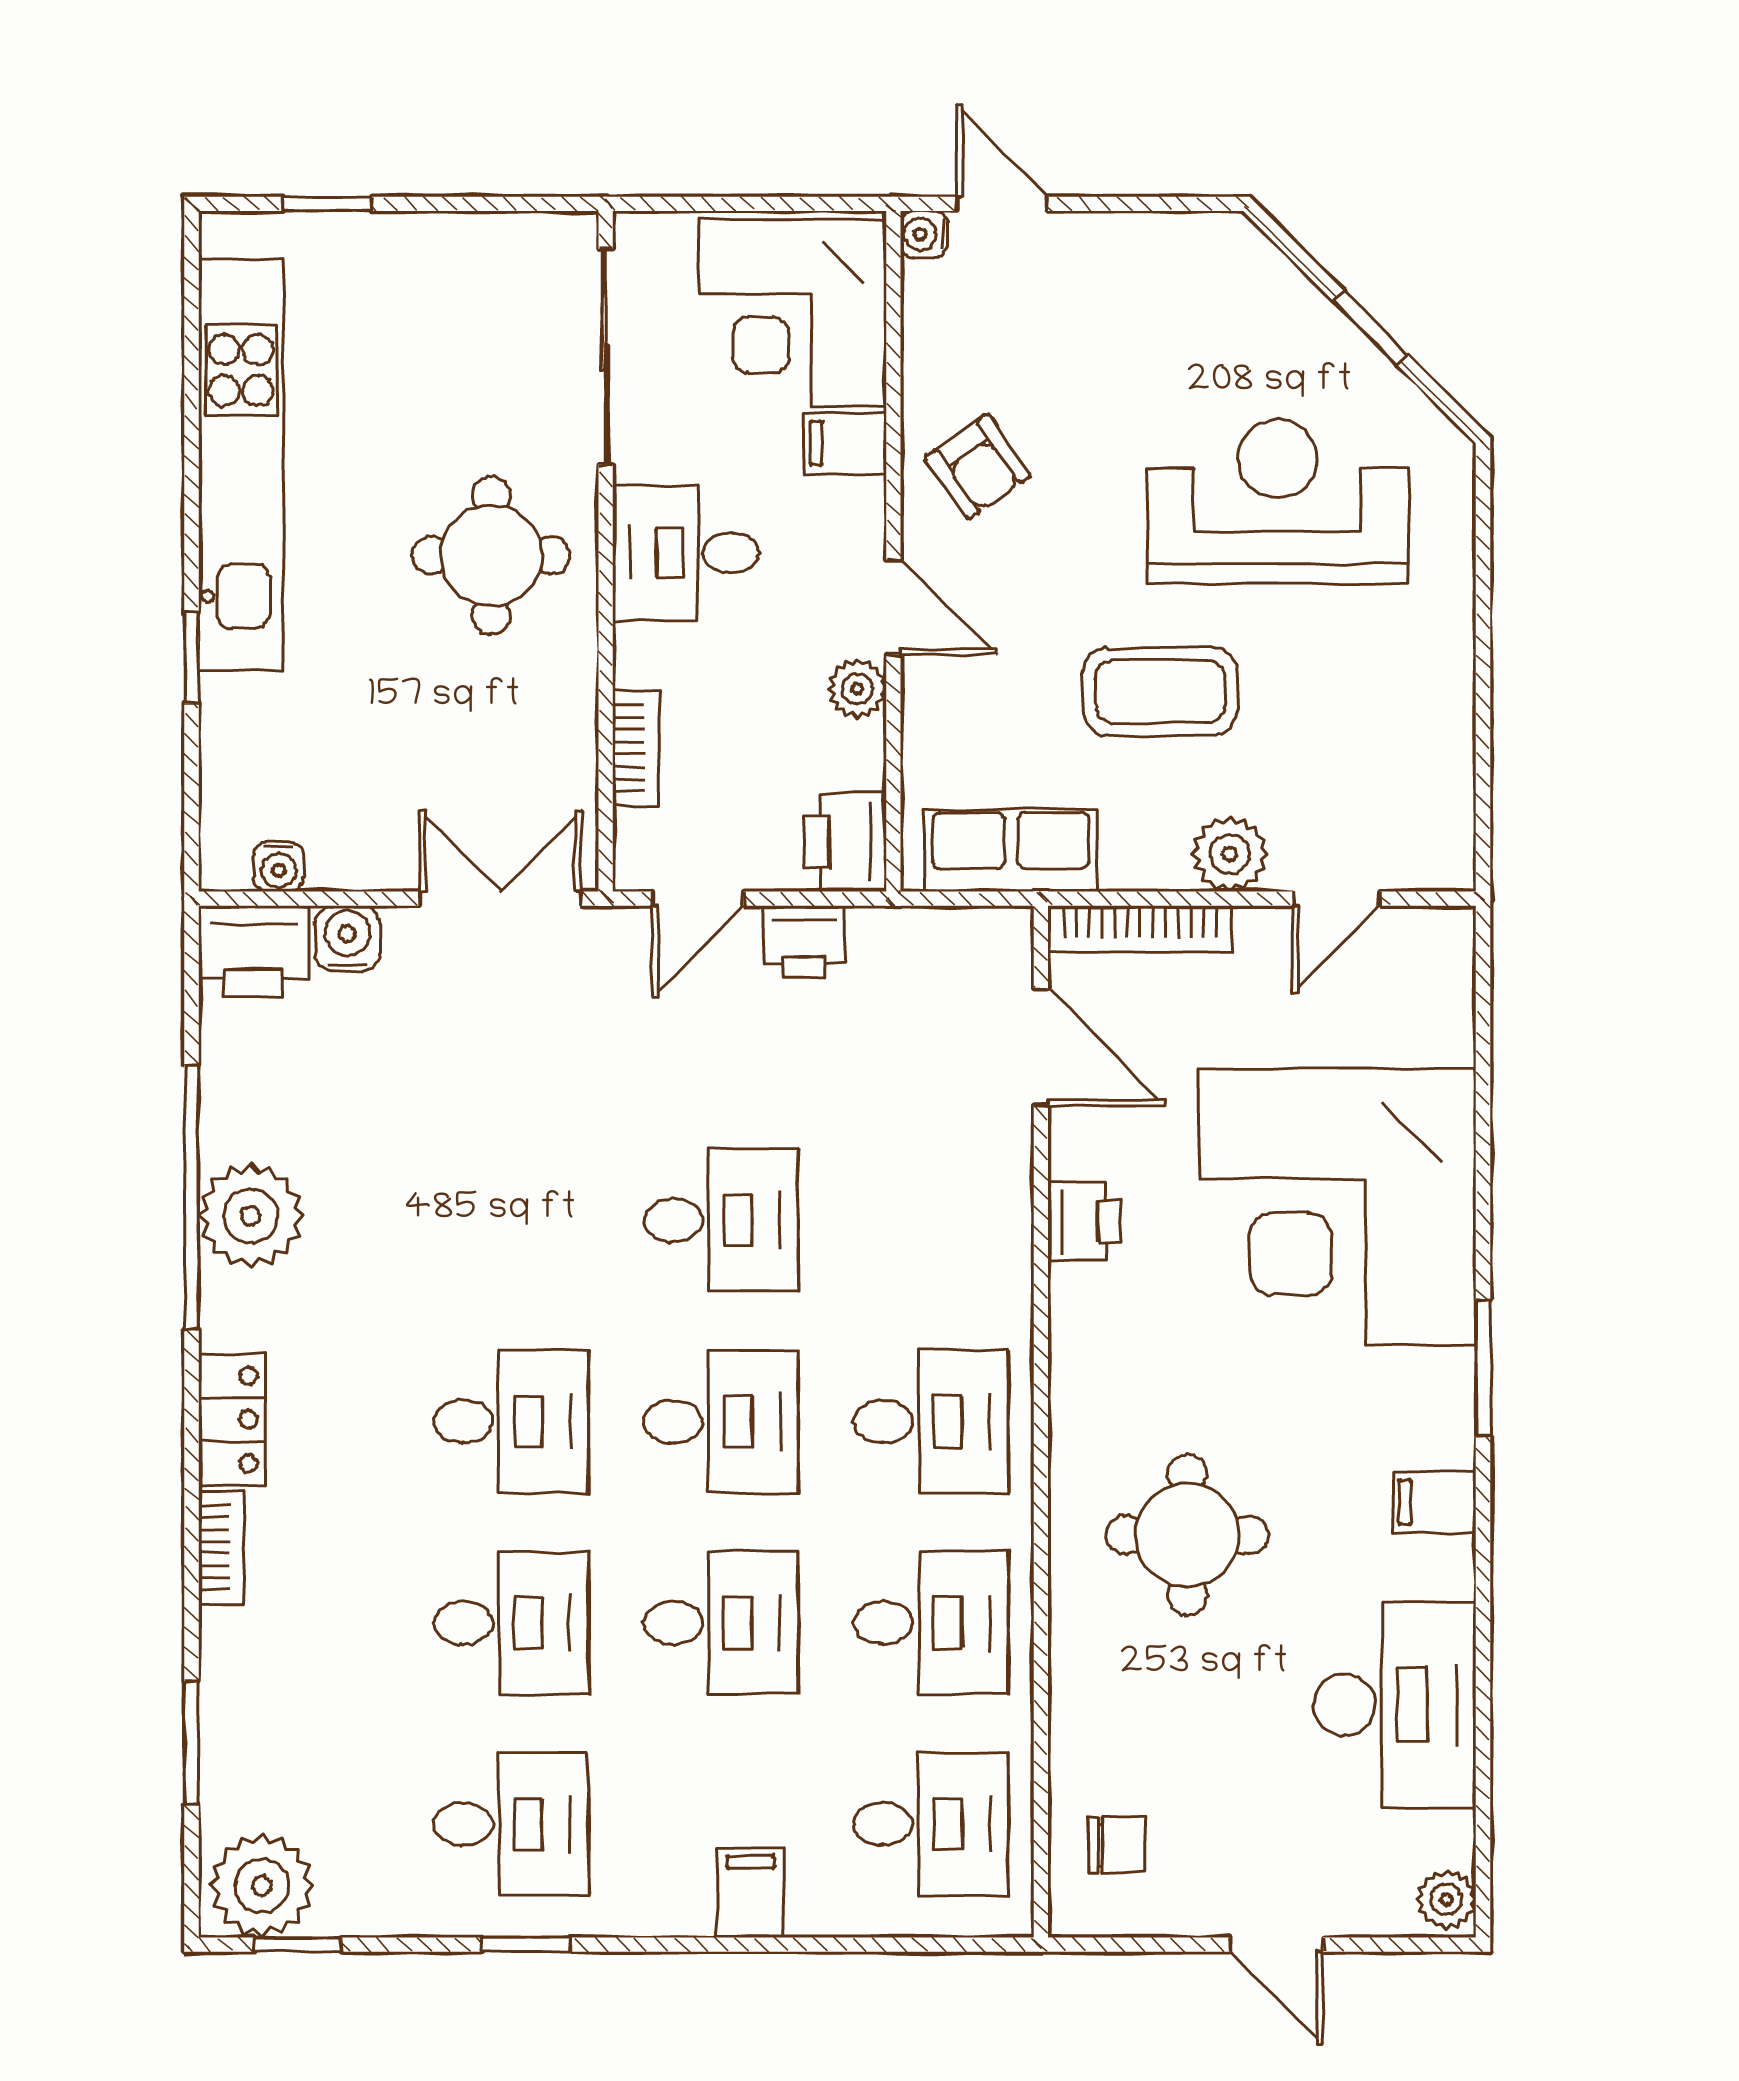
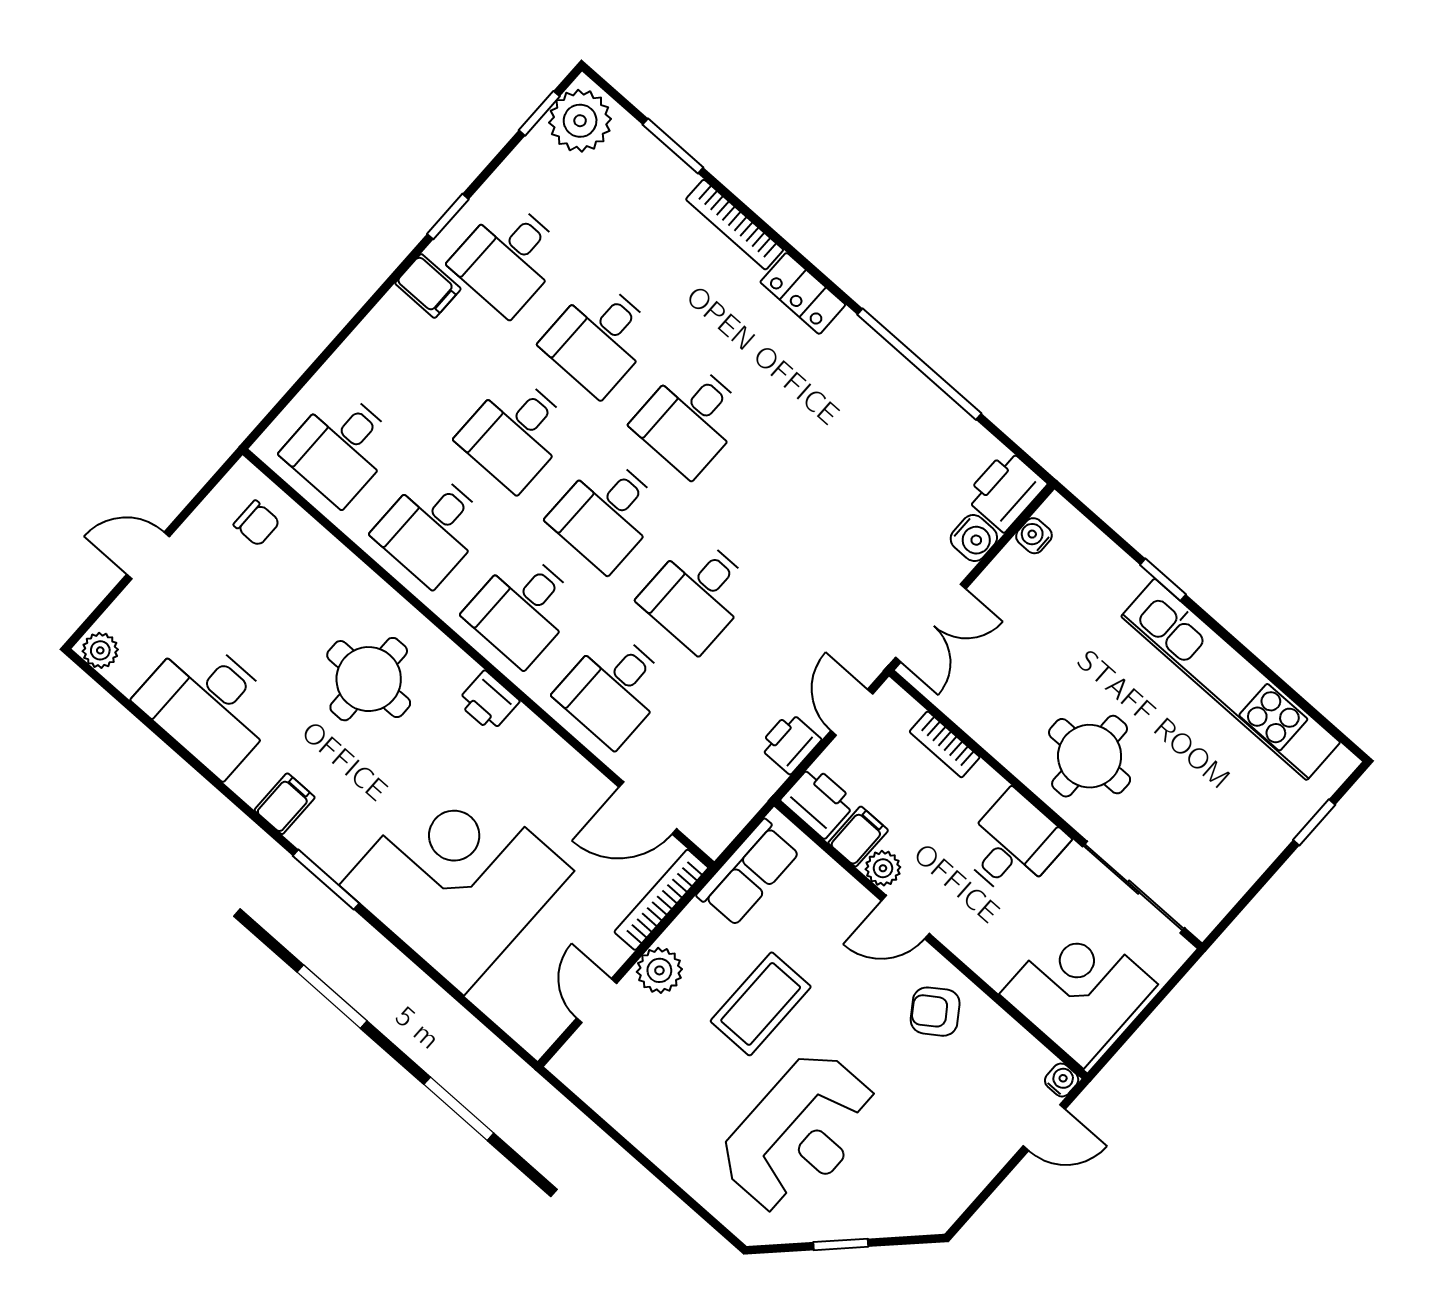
filing cabinet: (845, 443) -> (858, 837), moved
plant: (251, 1216) -> (887, 383), removed
desk: (931, 1220) -> (613, 689), added
printer: (1084, 1222) -> (488, 701), moved
bookcase: (221, 1548) -> (735, 225), width x1.56
chair: (1117, 1845) -> (257, 523), turned -90
filing cabinet: (751, 1893) -> (428, 286), moved

